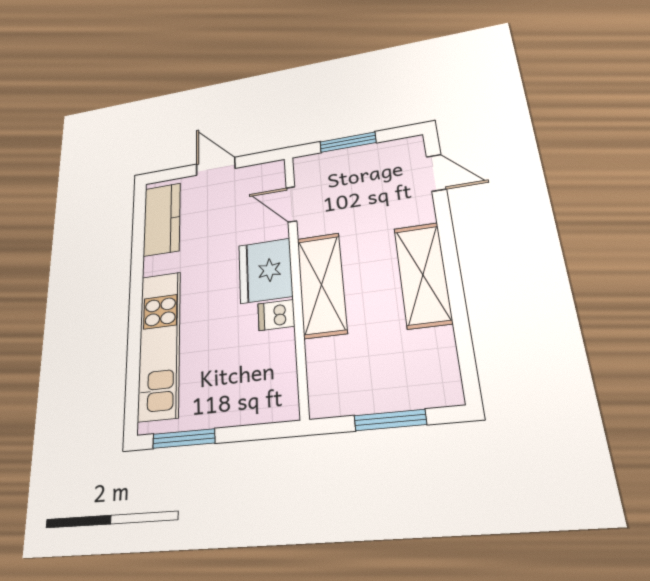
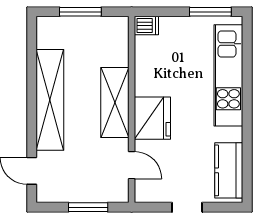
shelving: (423, 275) -> (50, 100), width x1.47
dishwasher: (276, 315) -> (146, 26), moved

